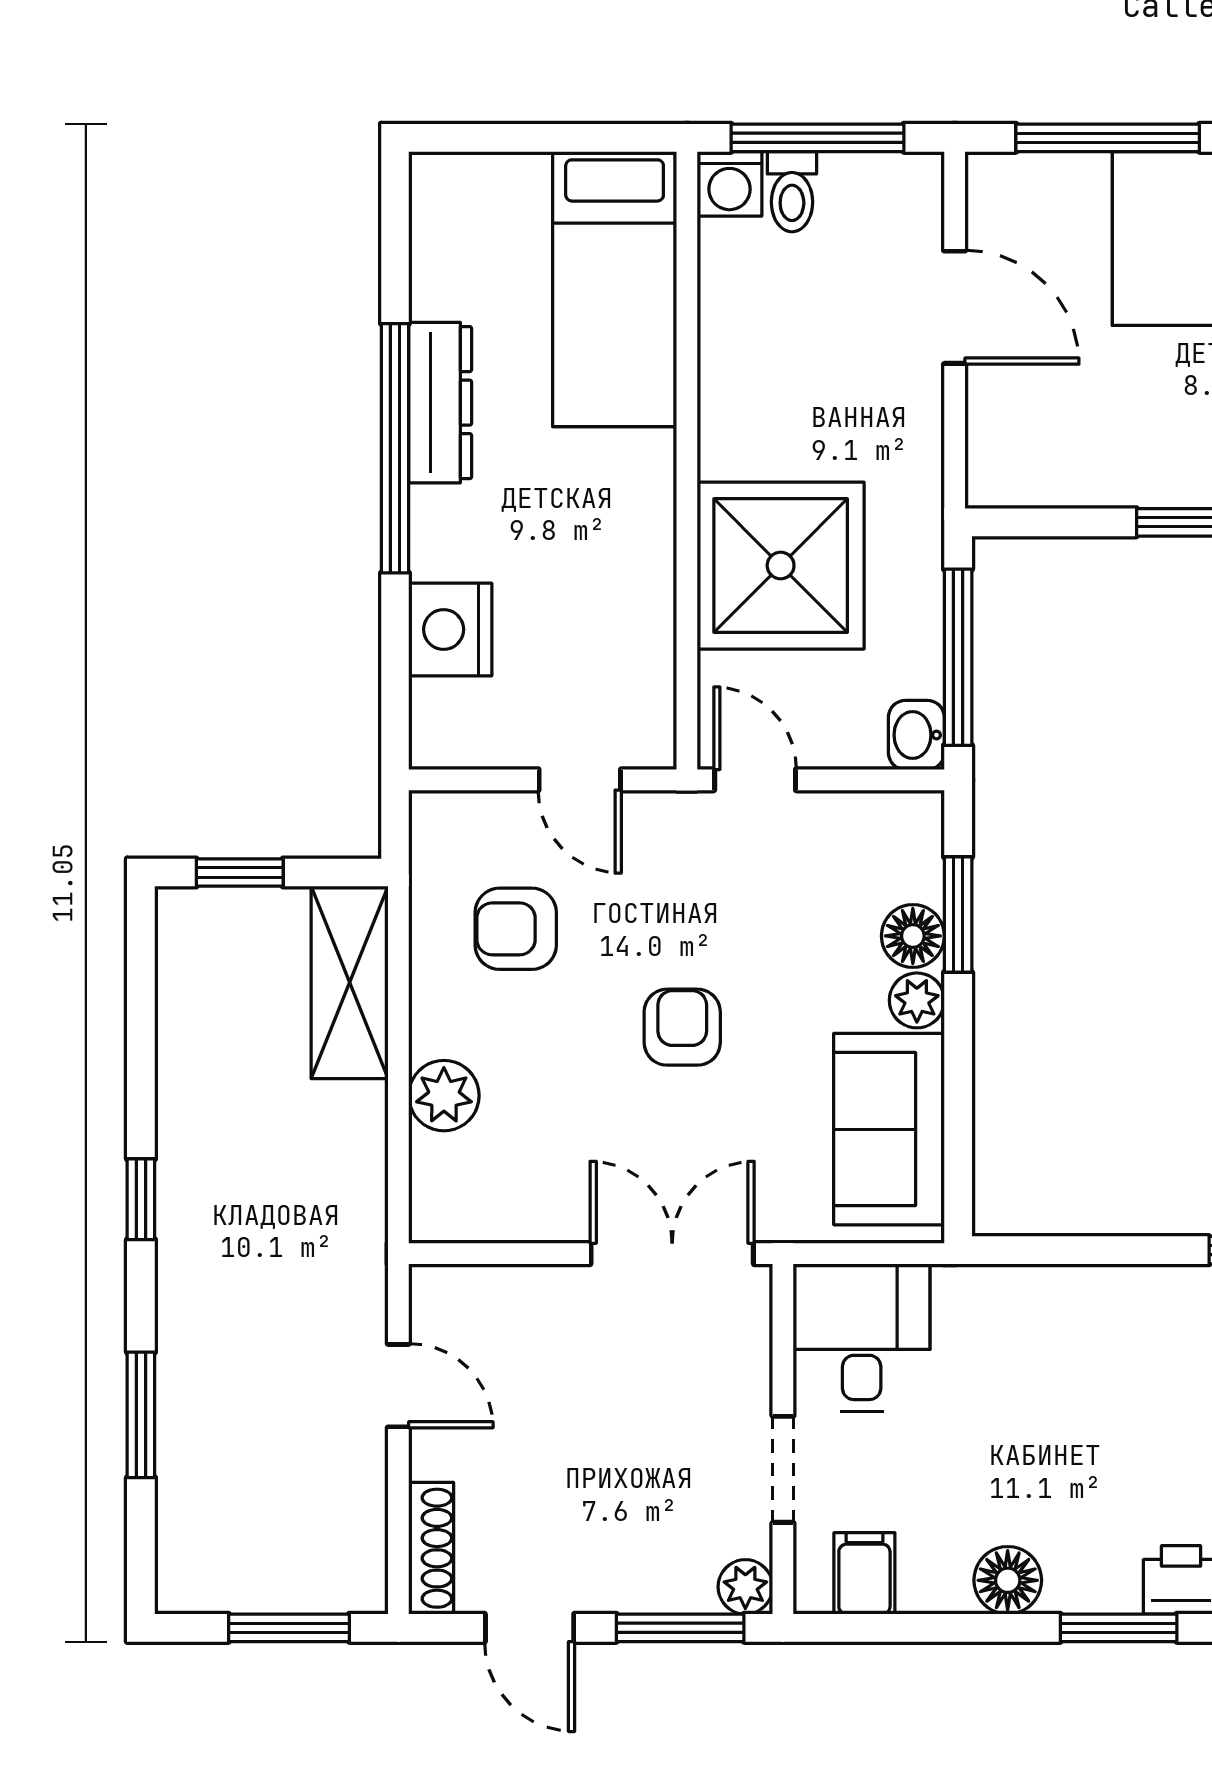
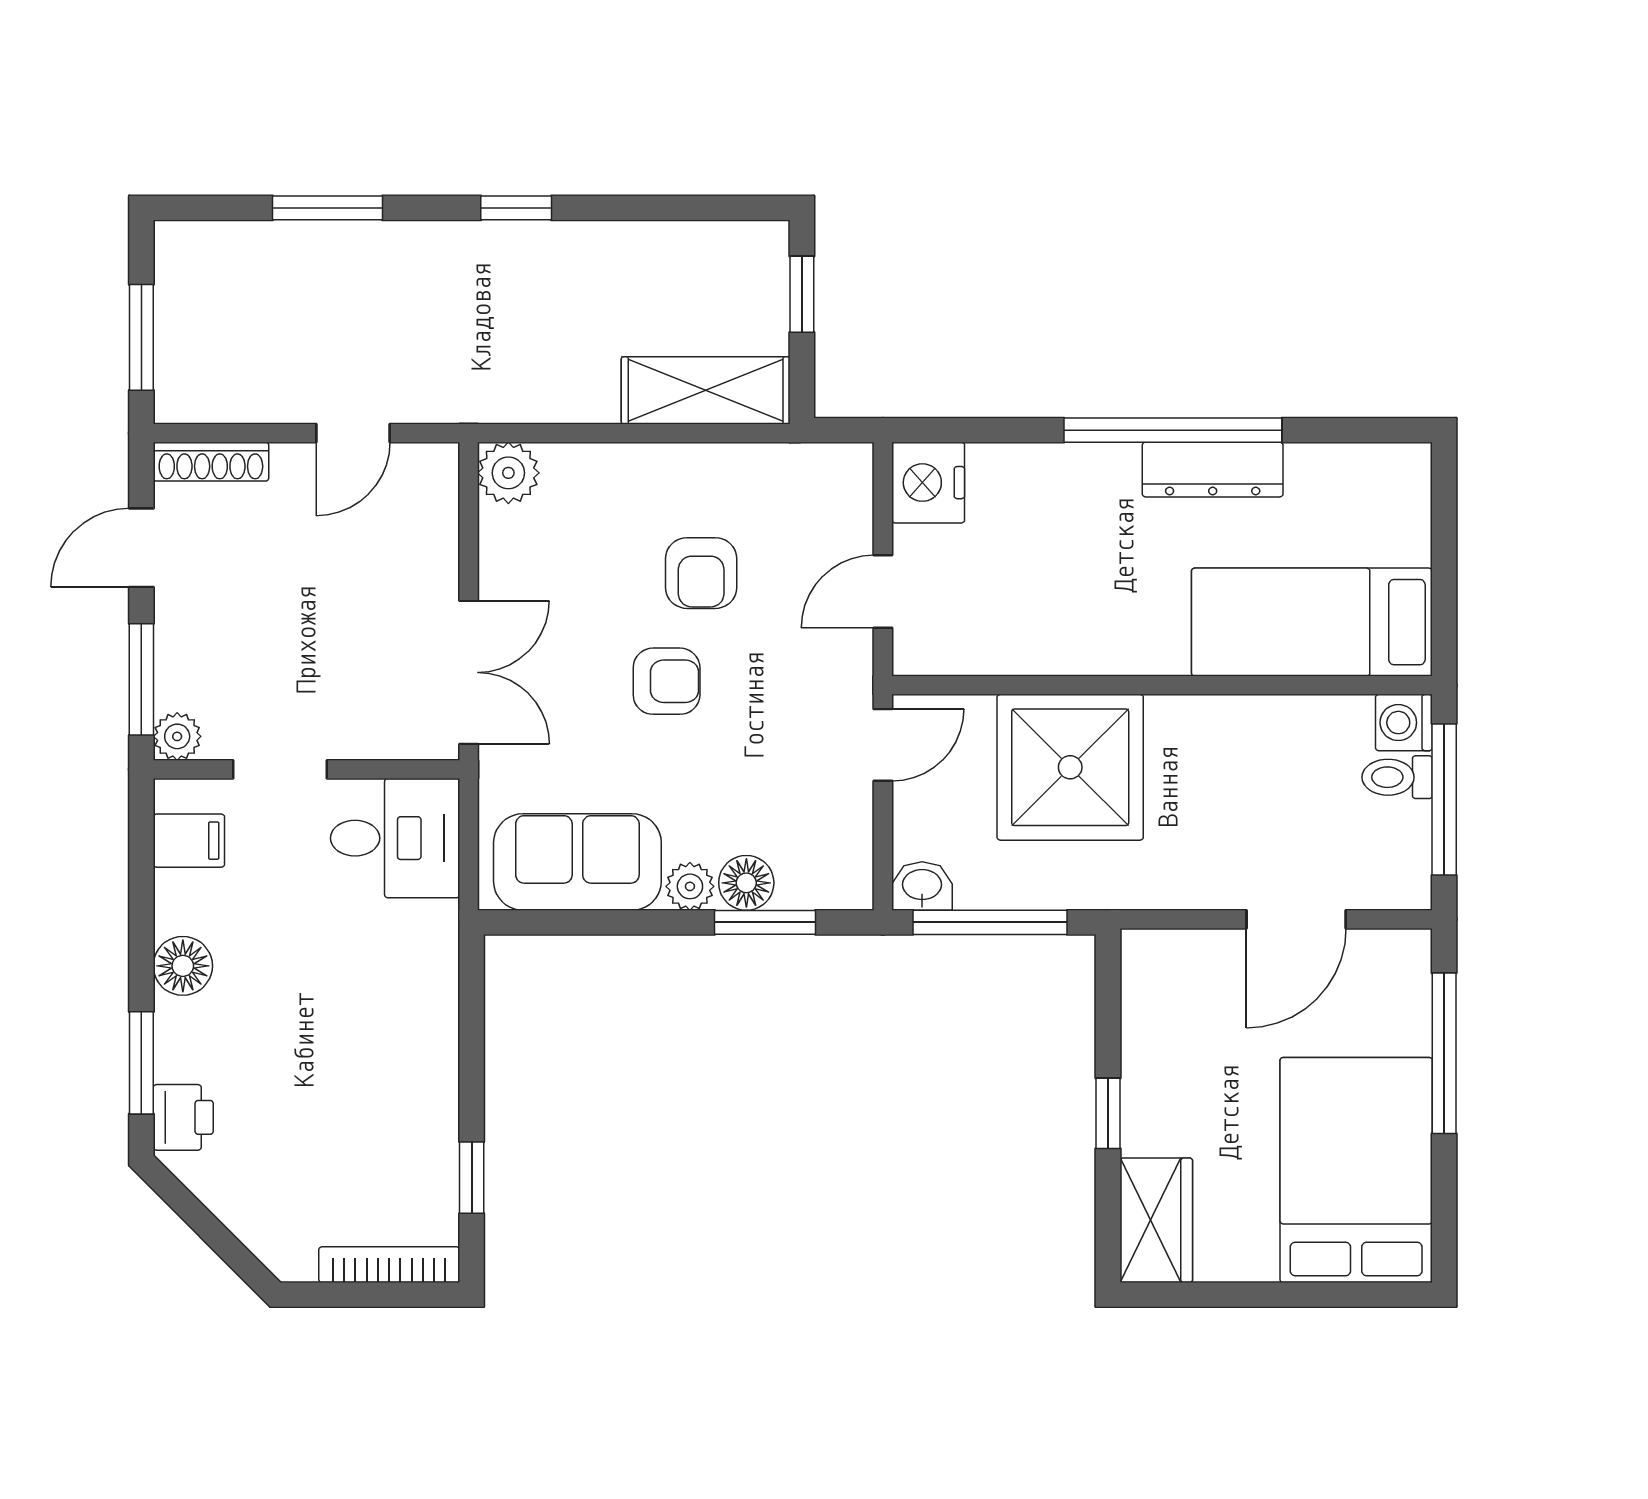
nightstand: (450, 629) -> (928, 483), moved, turned -90
armchair: (516, 929) -> (701, 573), moved, turned 180
plant: (444, 1096) -> (508, 473), moved

